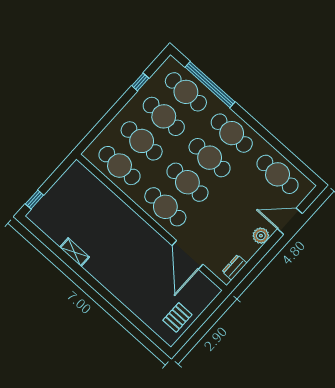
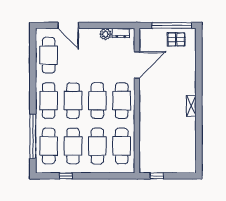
window: (34, 200) -> (157, 176), moved
plant: (261, 236) -> (105, 34), moved
shelving: (75, 252) -> (191, 106), moved
window: (196, 326) -> (172, 25), added

